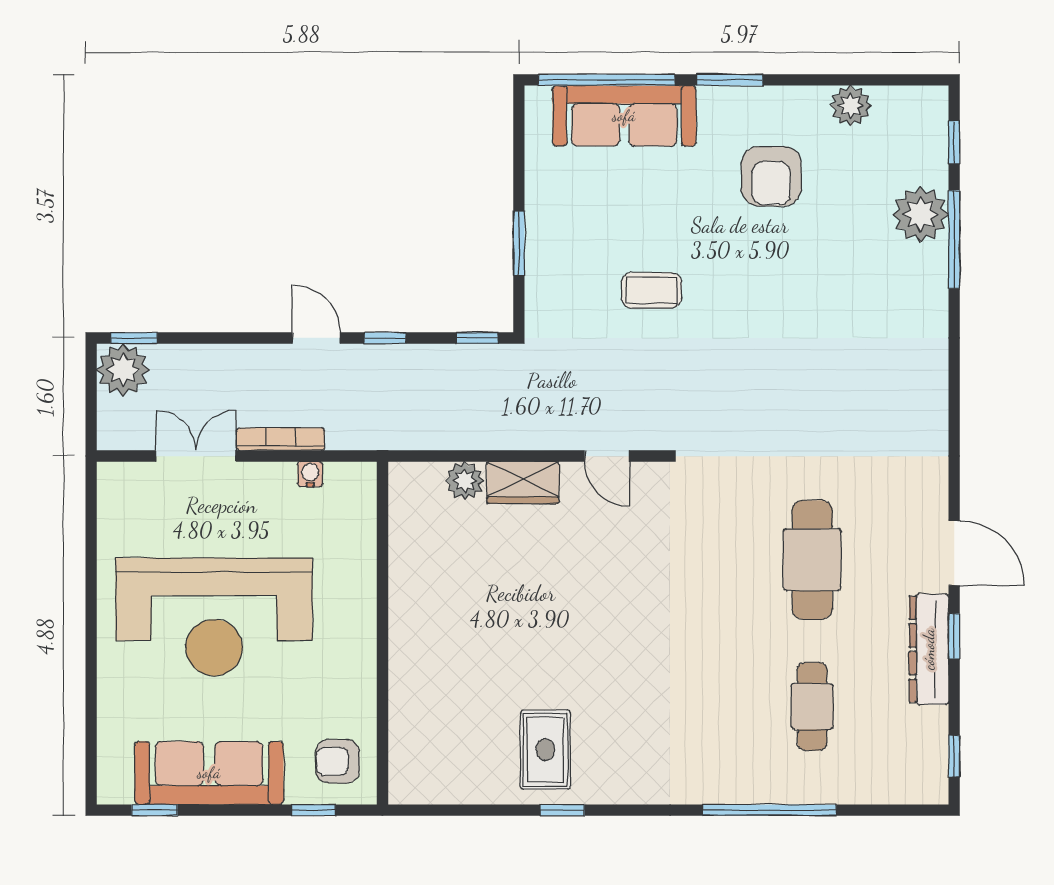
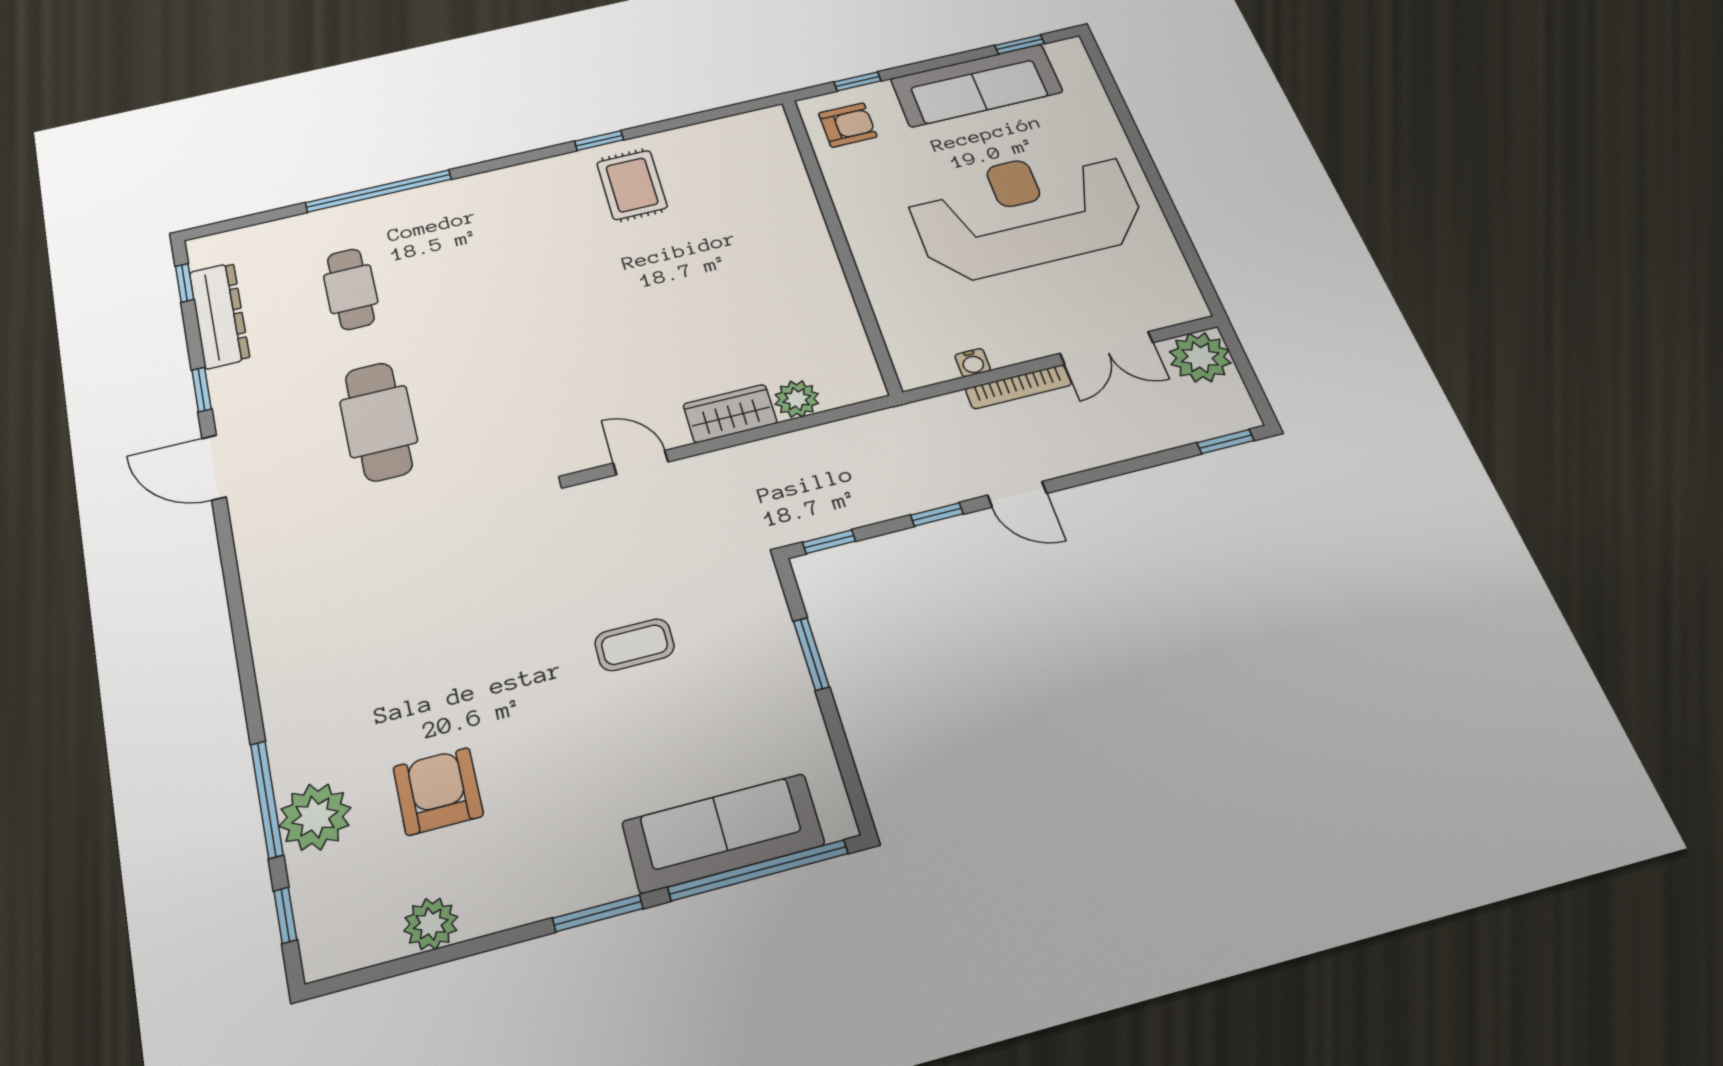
armchair: (771, 176) -> (438, 791), moved
plant: (123, 370) -> (1200, 357), moved
dresser: (929, 649) -> (219, 315), moved

